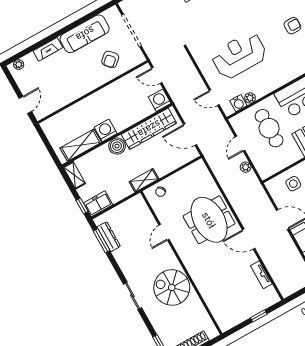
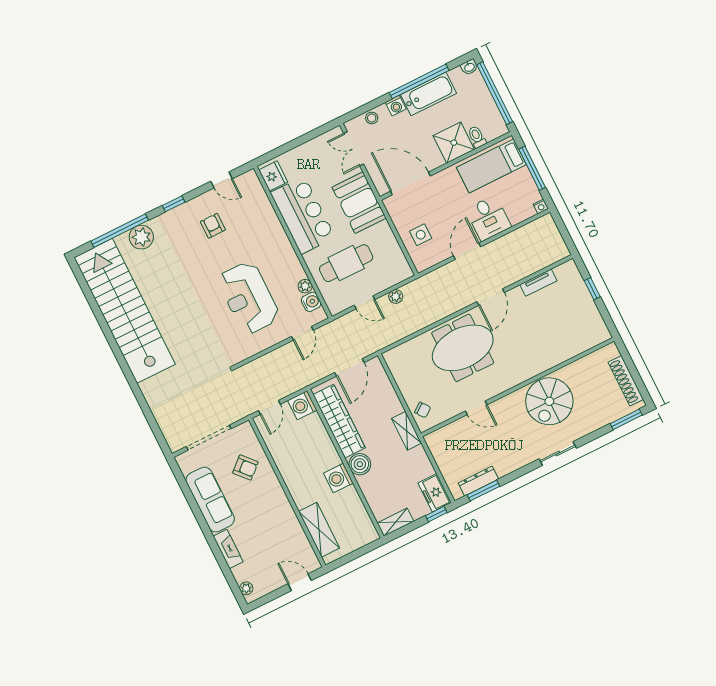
shelving: (81, 145) -> (319, 530), moved

